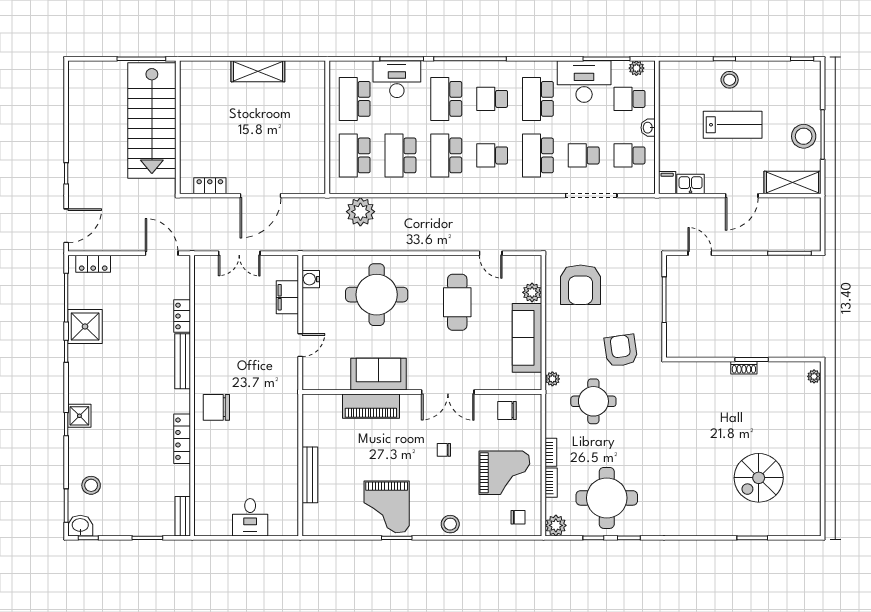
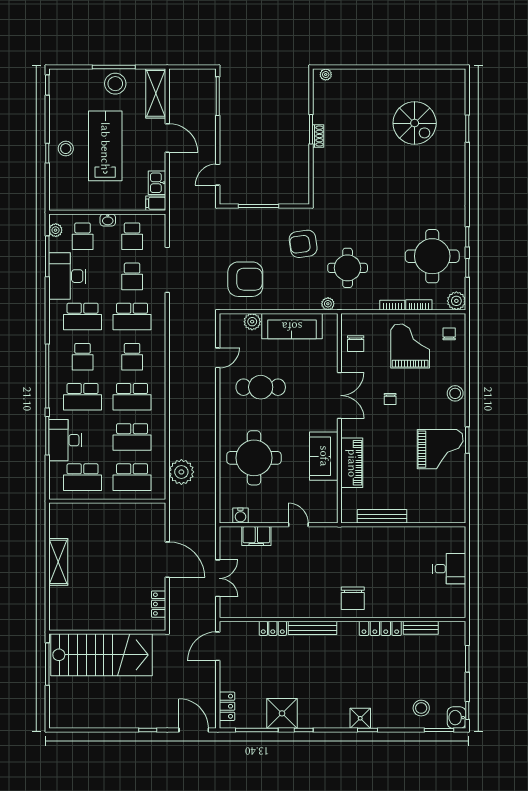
lab bench: (733, 125) -> (105, 146), width x1.36, depth x1.39
bench: (310, 475) -> (382, 516), moved
bench: (183, 516) -> (421, 628), moved

